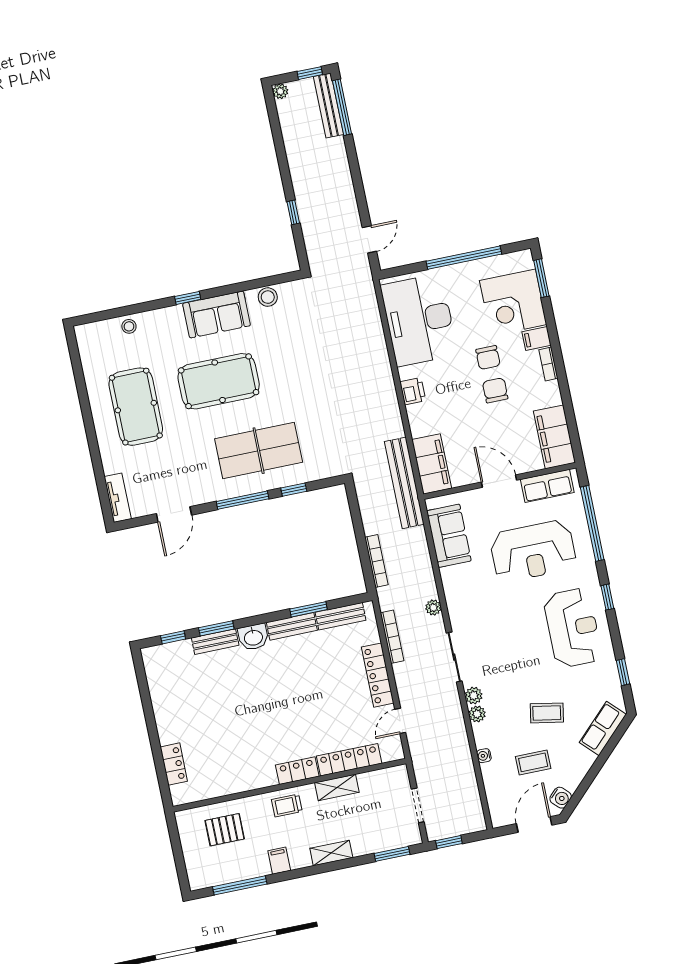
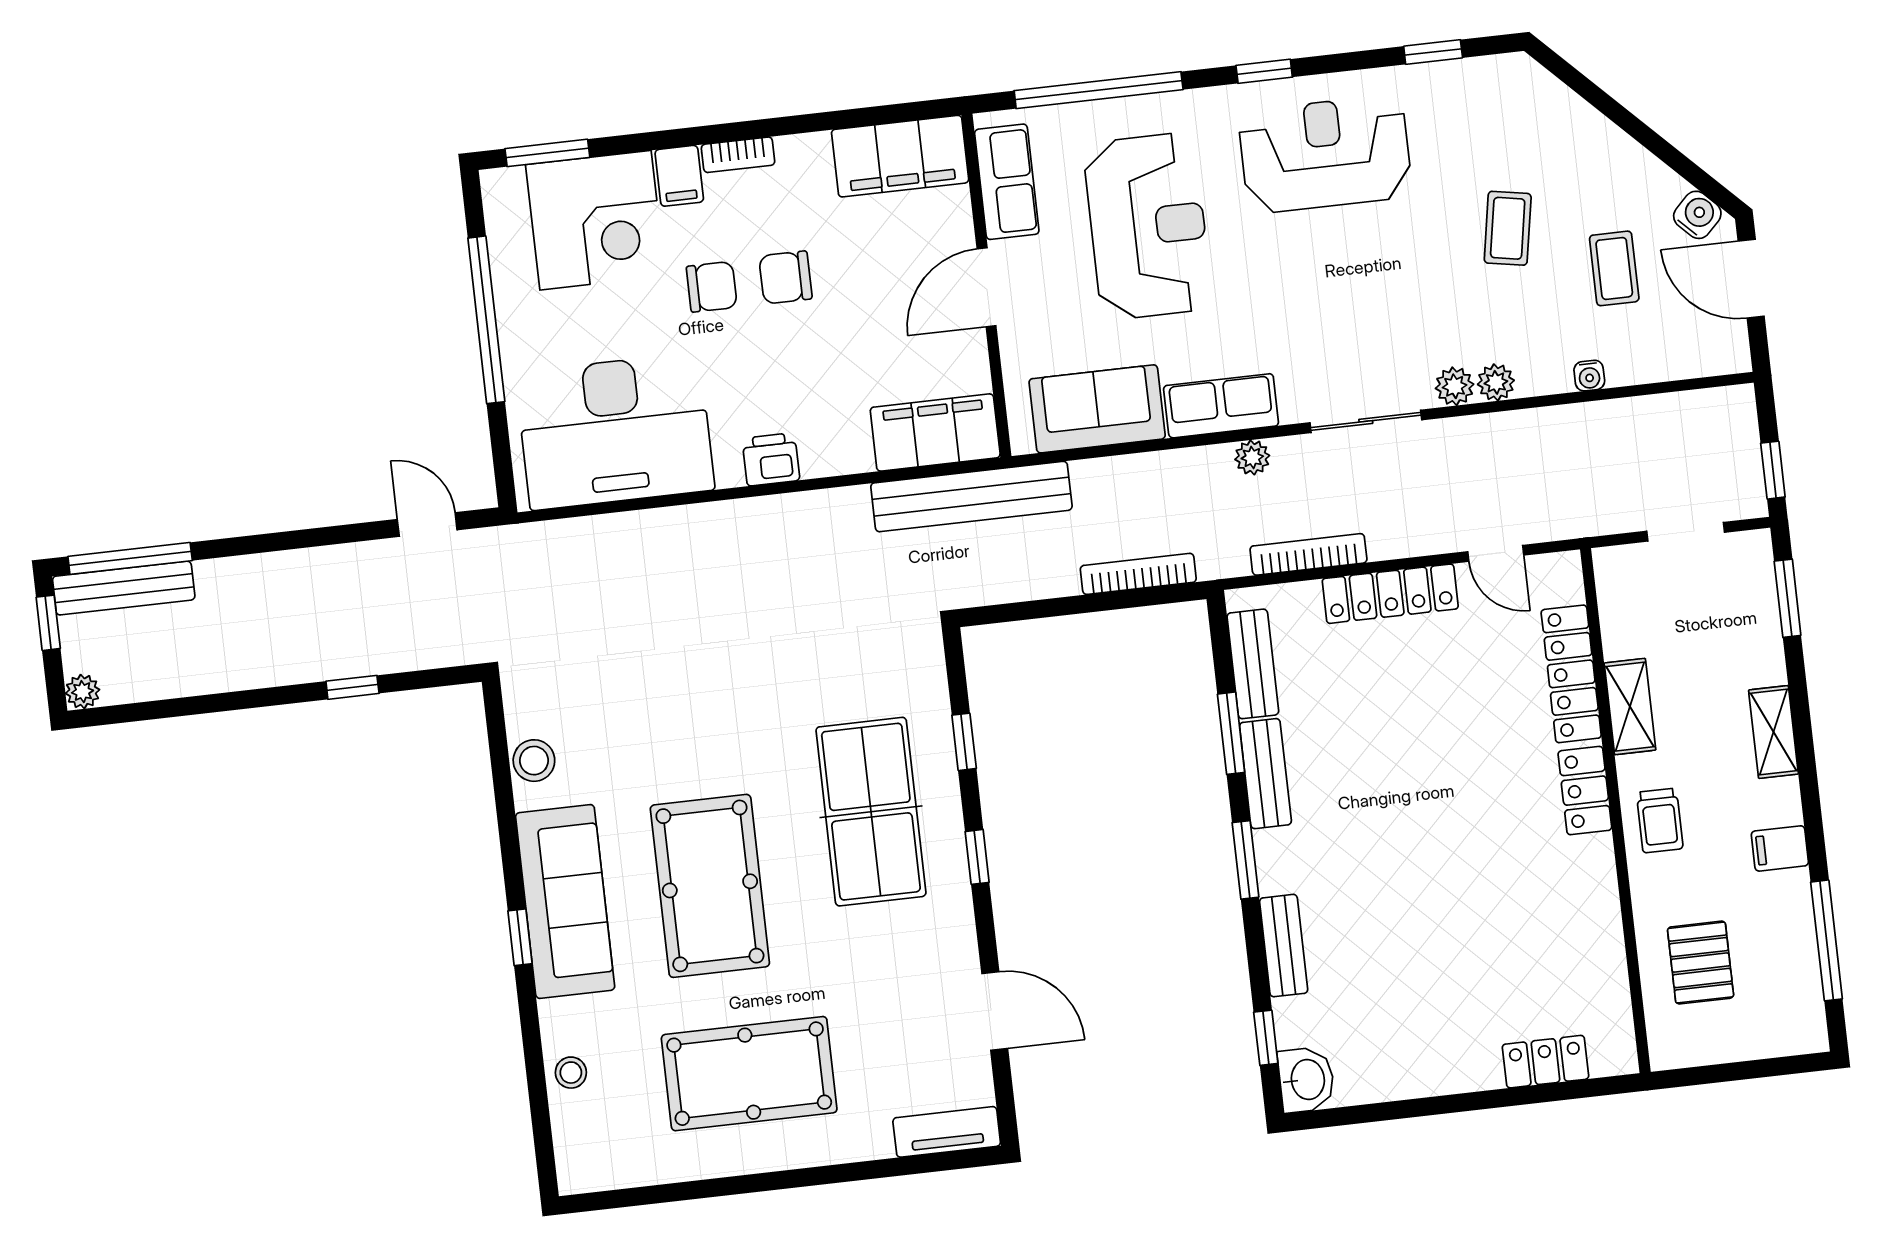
sofa: (217, 315) -> (565, 902), width x1.36
window: (243, 500) -> (977, 857), width x0.46
window: (216, 628) -> (1246, 860), moved
washbasin: (253, 637) -> (1306, 1080), moved
row of seats: (603, 728) -> (1221, 406), moved, turned 135

